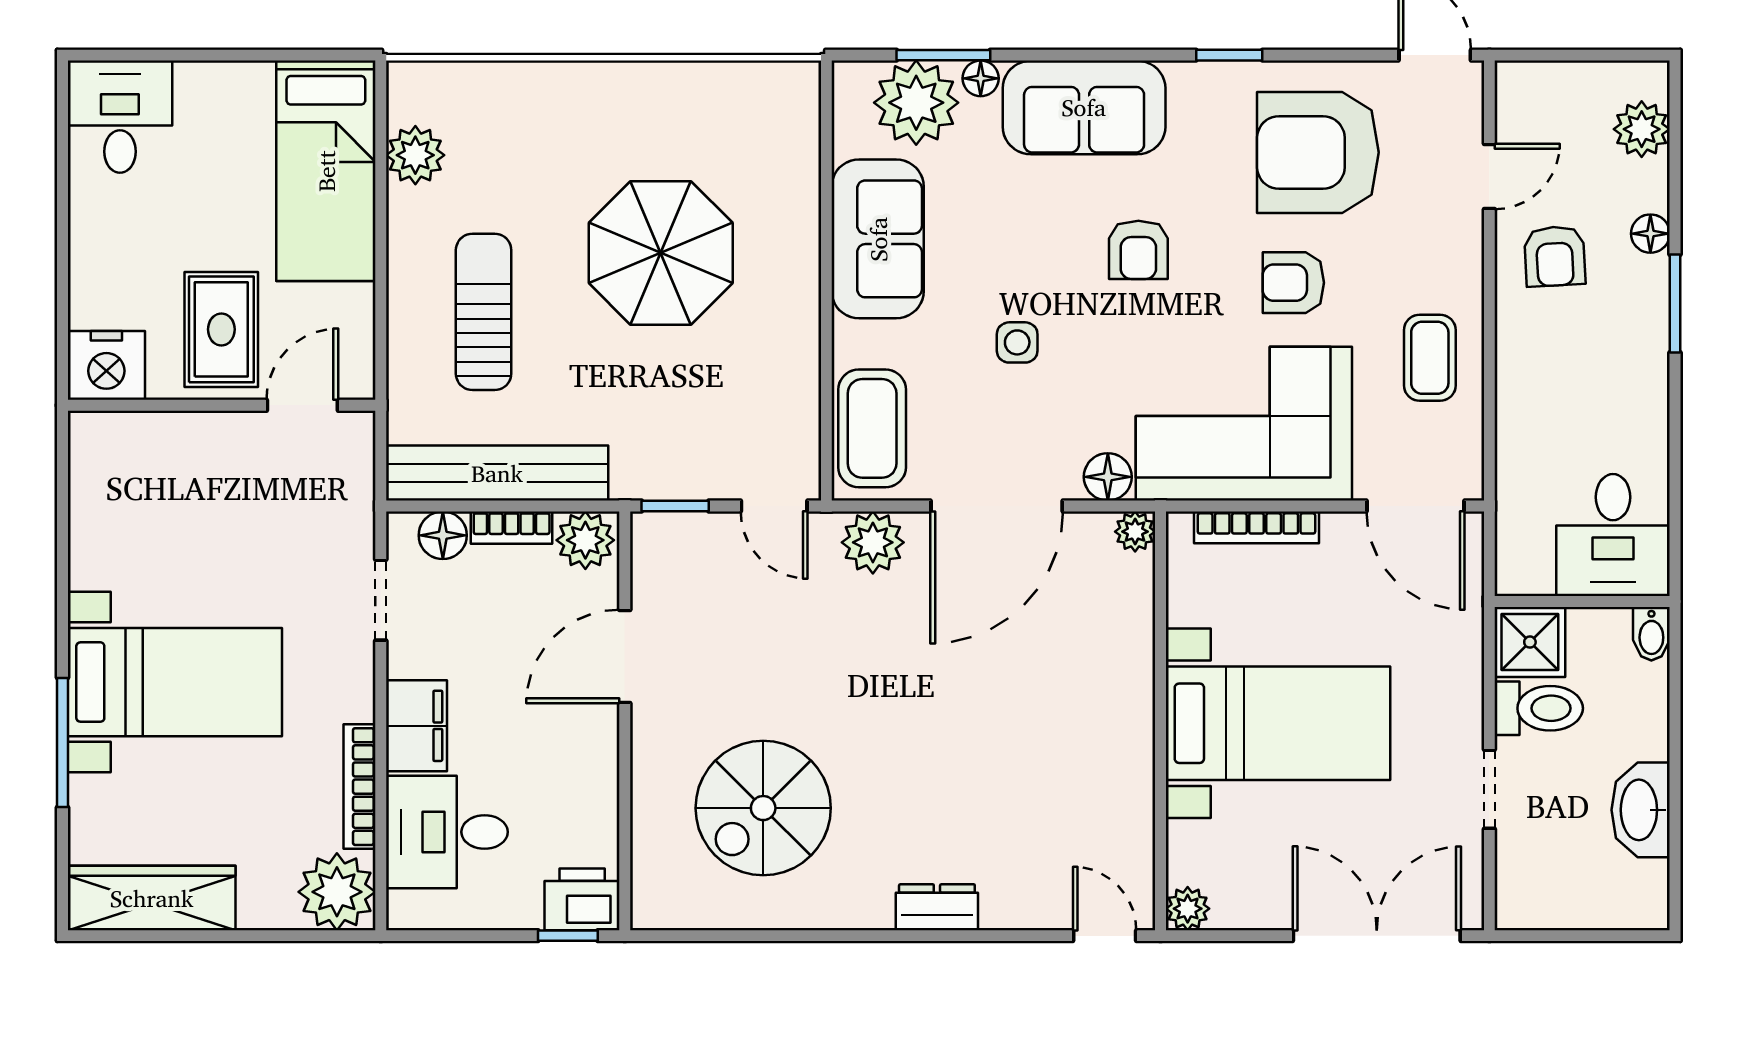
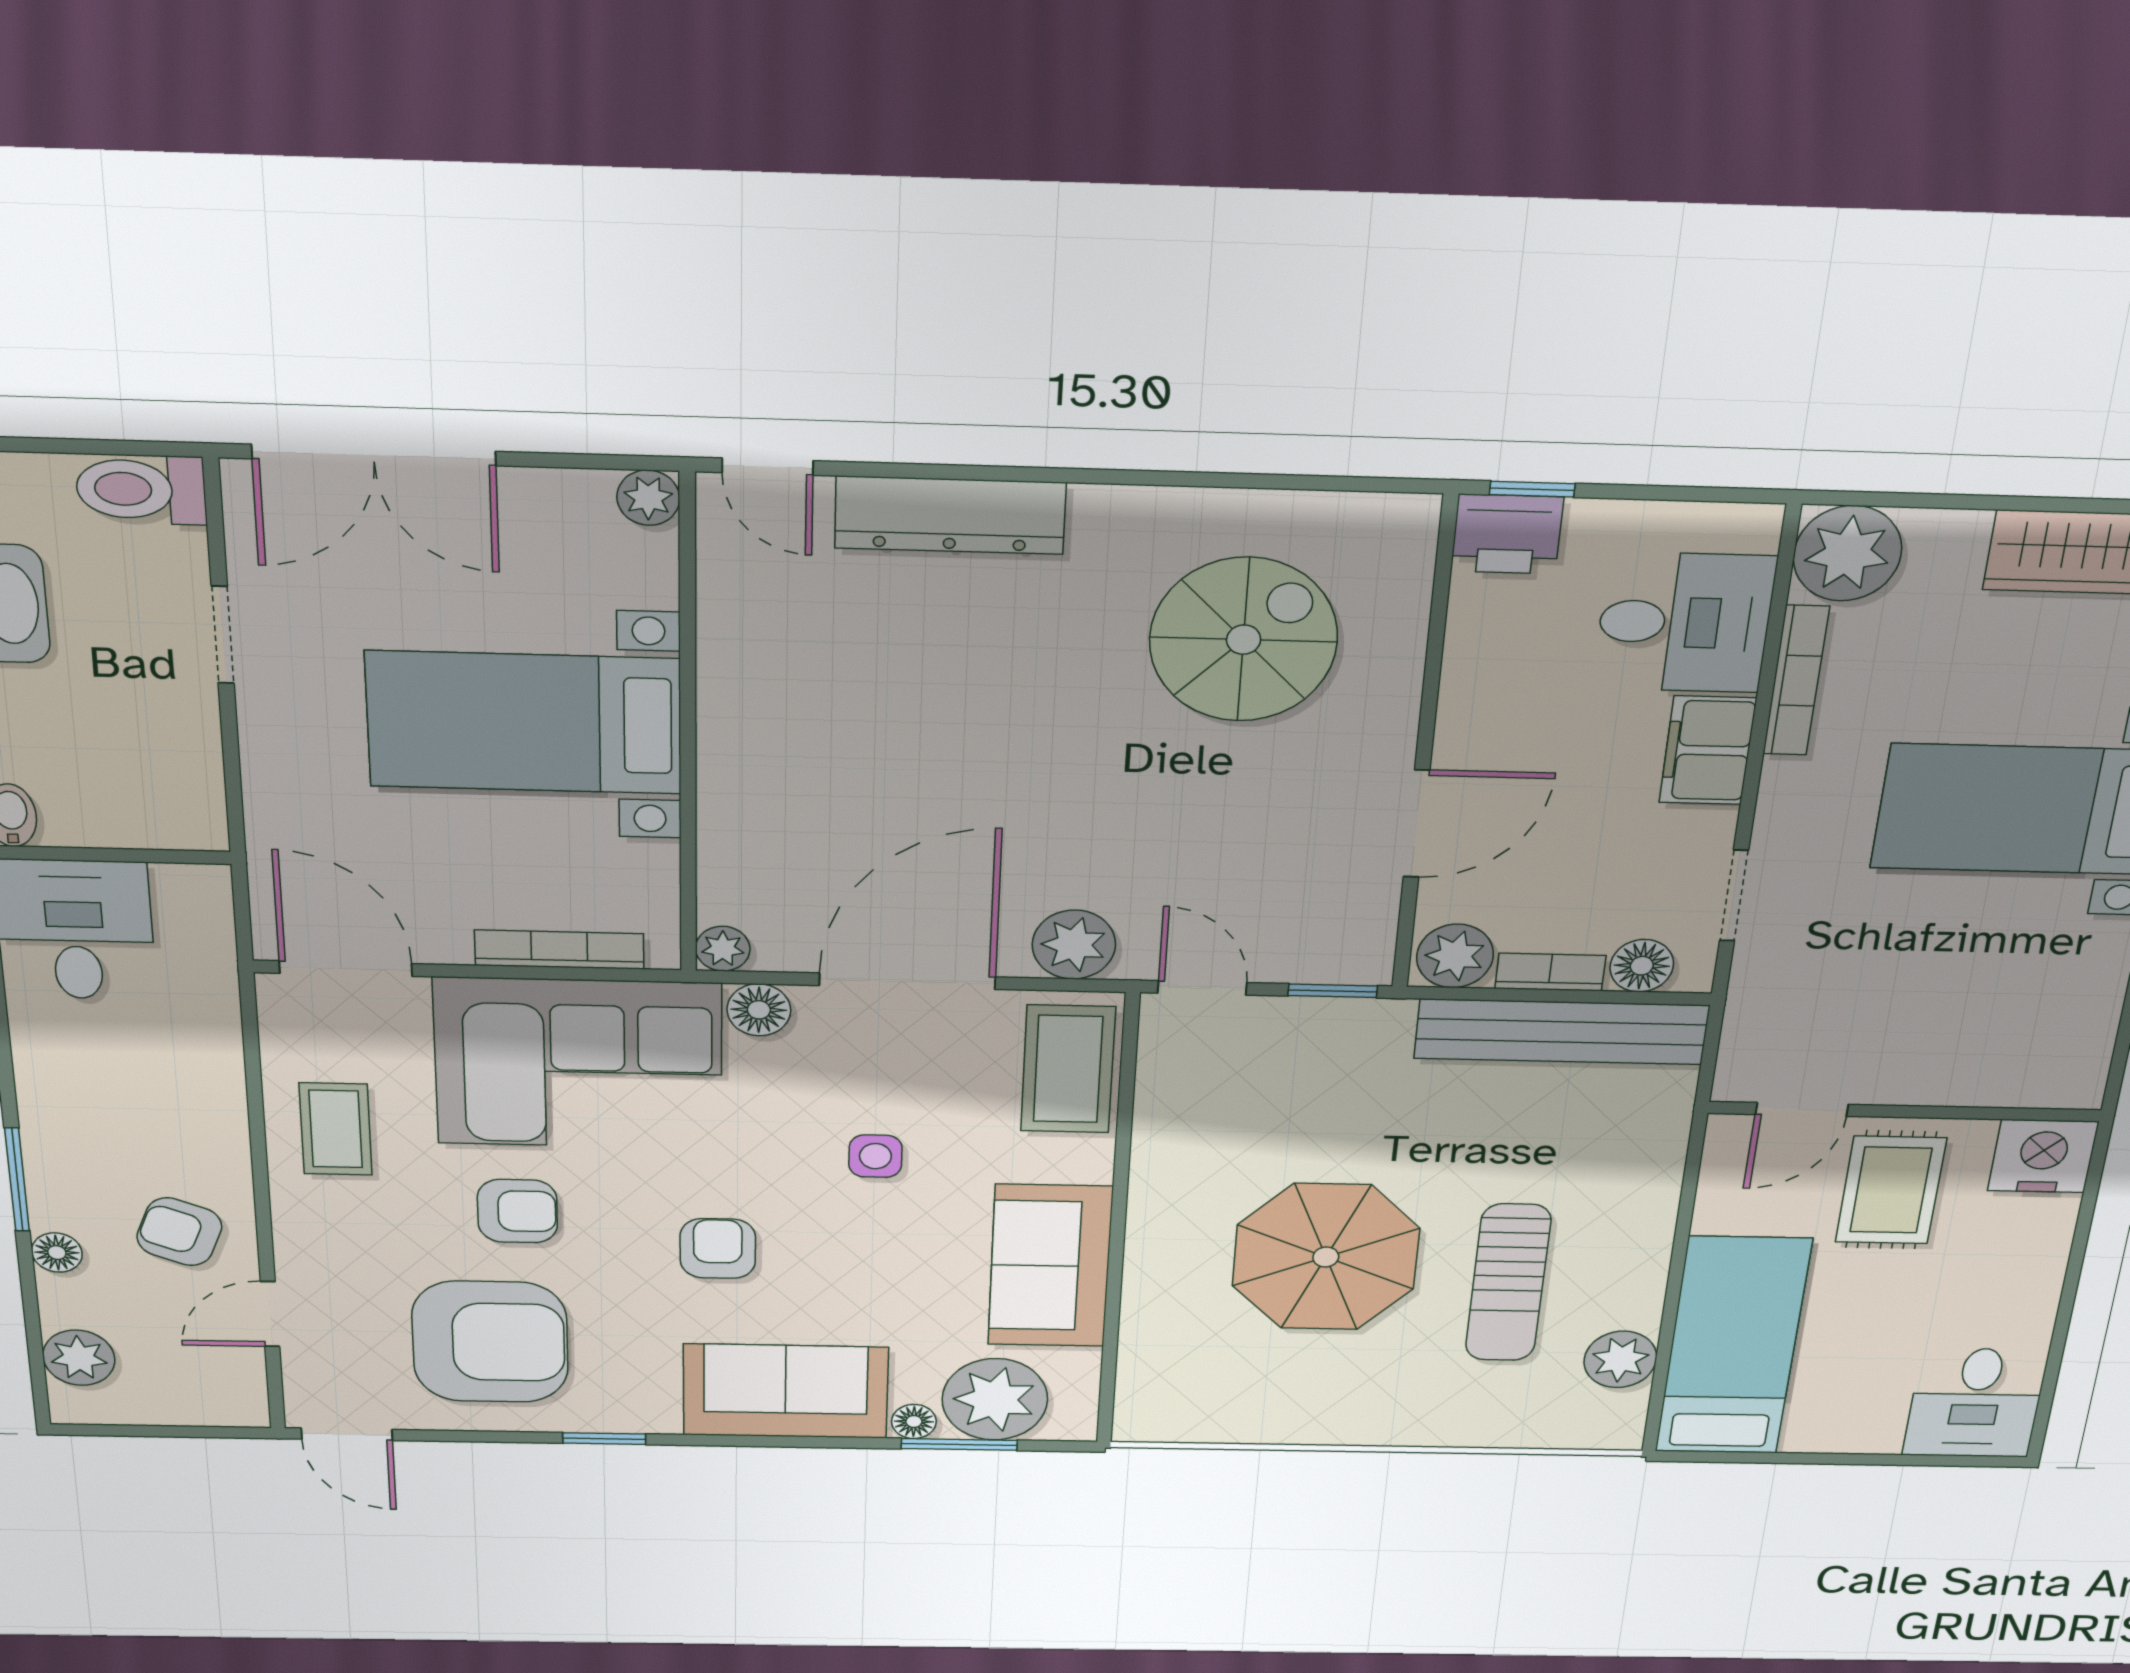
armchair: (1555, 256) -> (179, 1232), turned -66
sun lounger: (484, 312) -> (1508, 1283), moved
shower: (1530, 642) -> (179, 810), removed
toilet: (1539, 708) -> (141, 489), moved
dresser: (937, 907) -> (950, 515), width x1.96, depth x1.24

